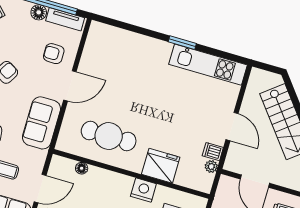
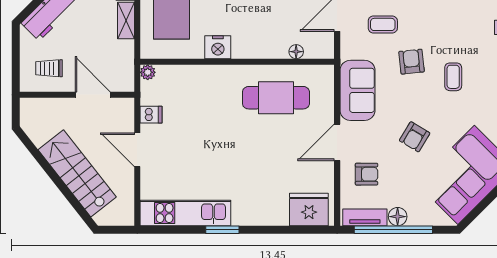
fridge: (161, 166) -> (309, 209), moved, turned 180
plant: (211, 166) -> (148, 72), moved

